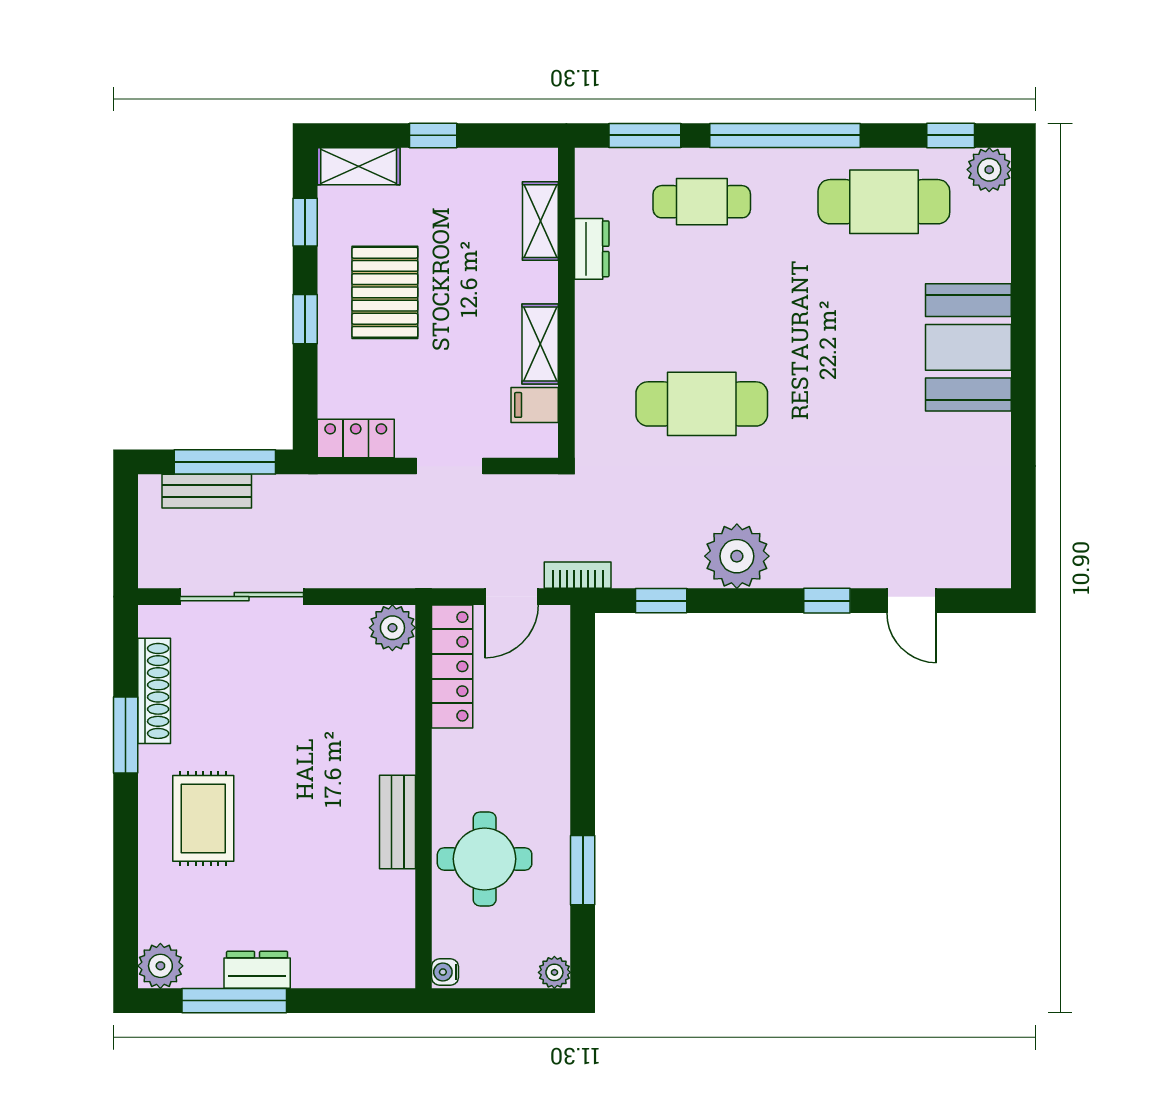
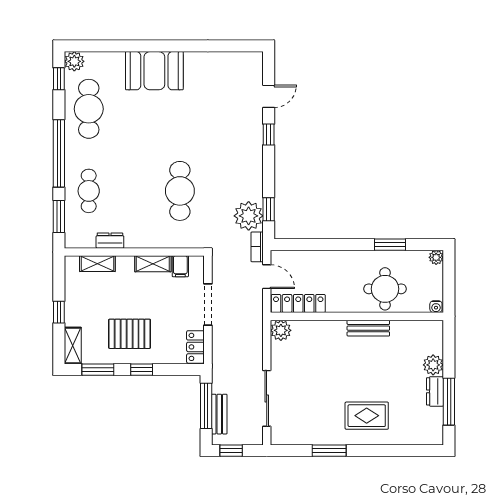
window: (305, 222) -> (98, 370), width x1.50
doorway: (450, 466) -> (208, 305), width x1.38
window: (126, 518) -> (231, 451), added
plant: (737, 556) -> (249, 216), moved
shoe rack: (154, 691) -> (309, 438), removed
plant: (160, 966) -> (433, 365), moved

